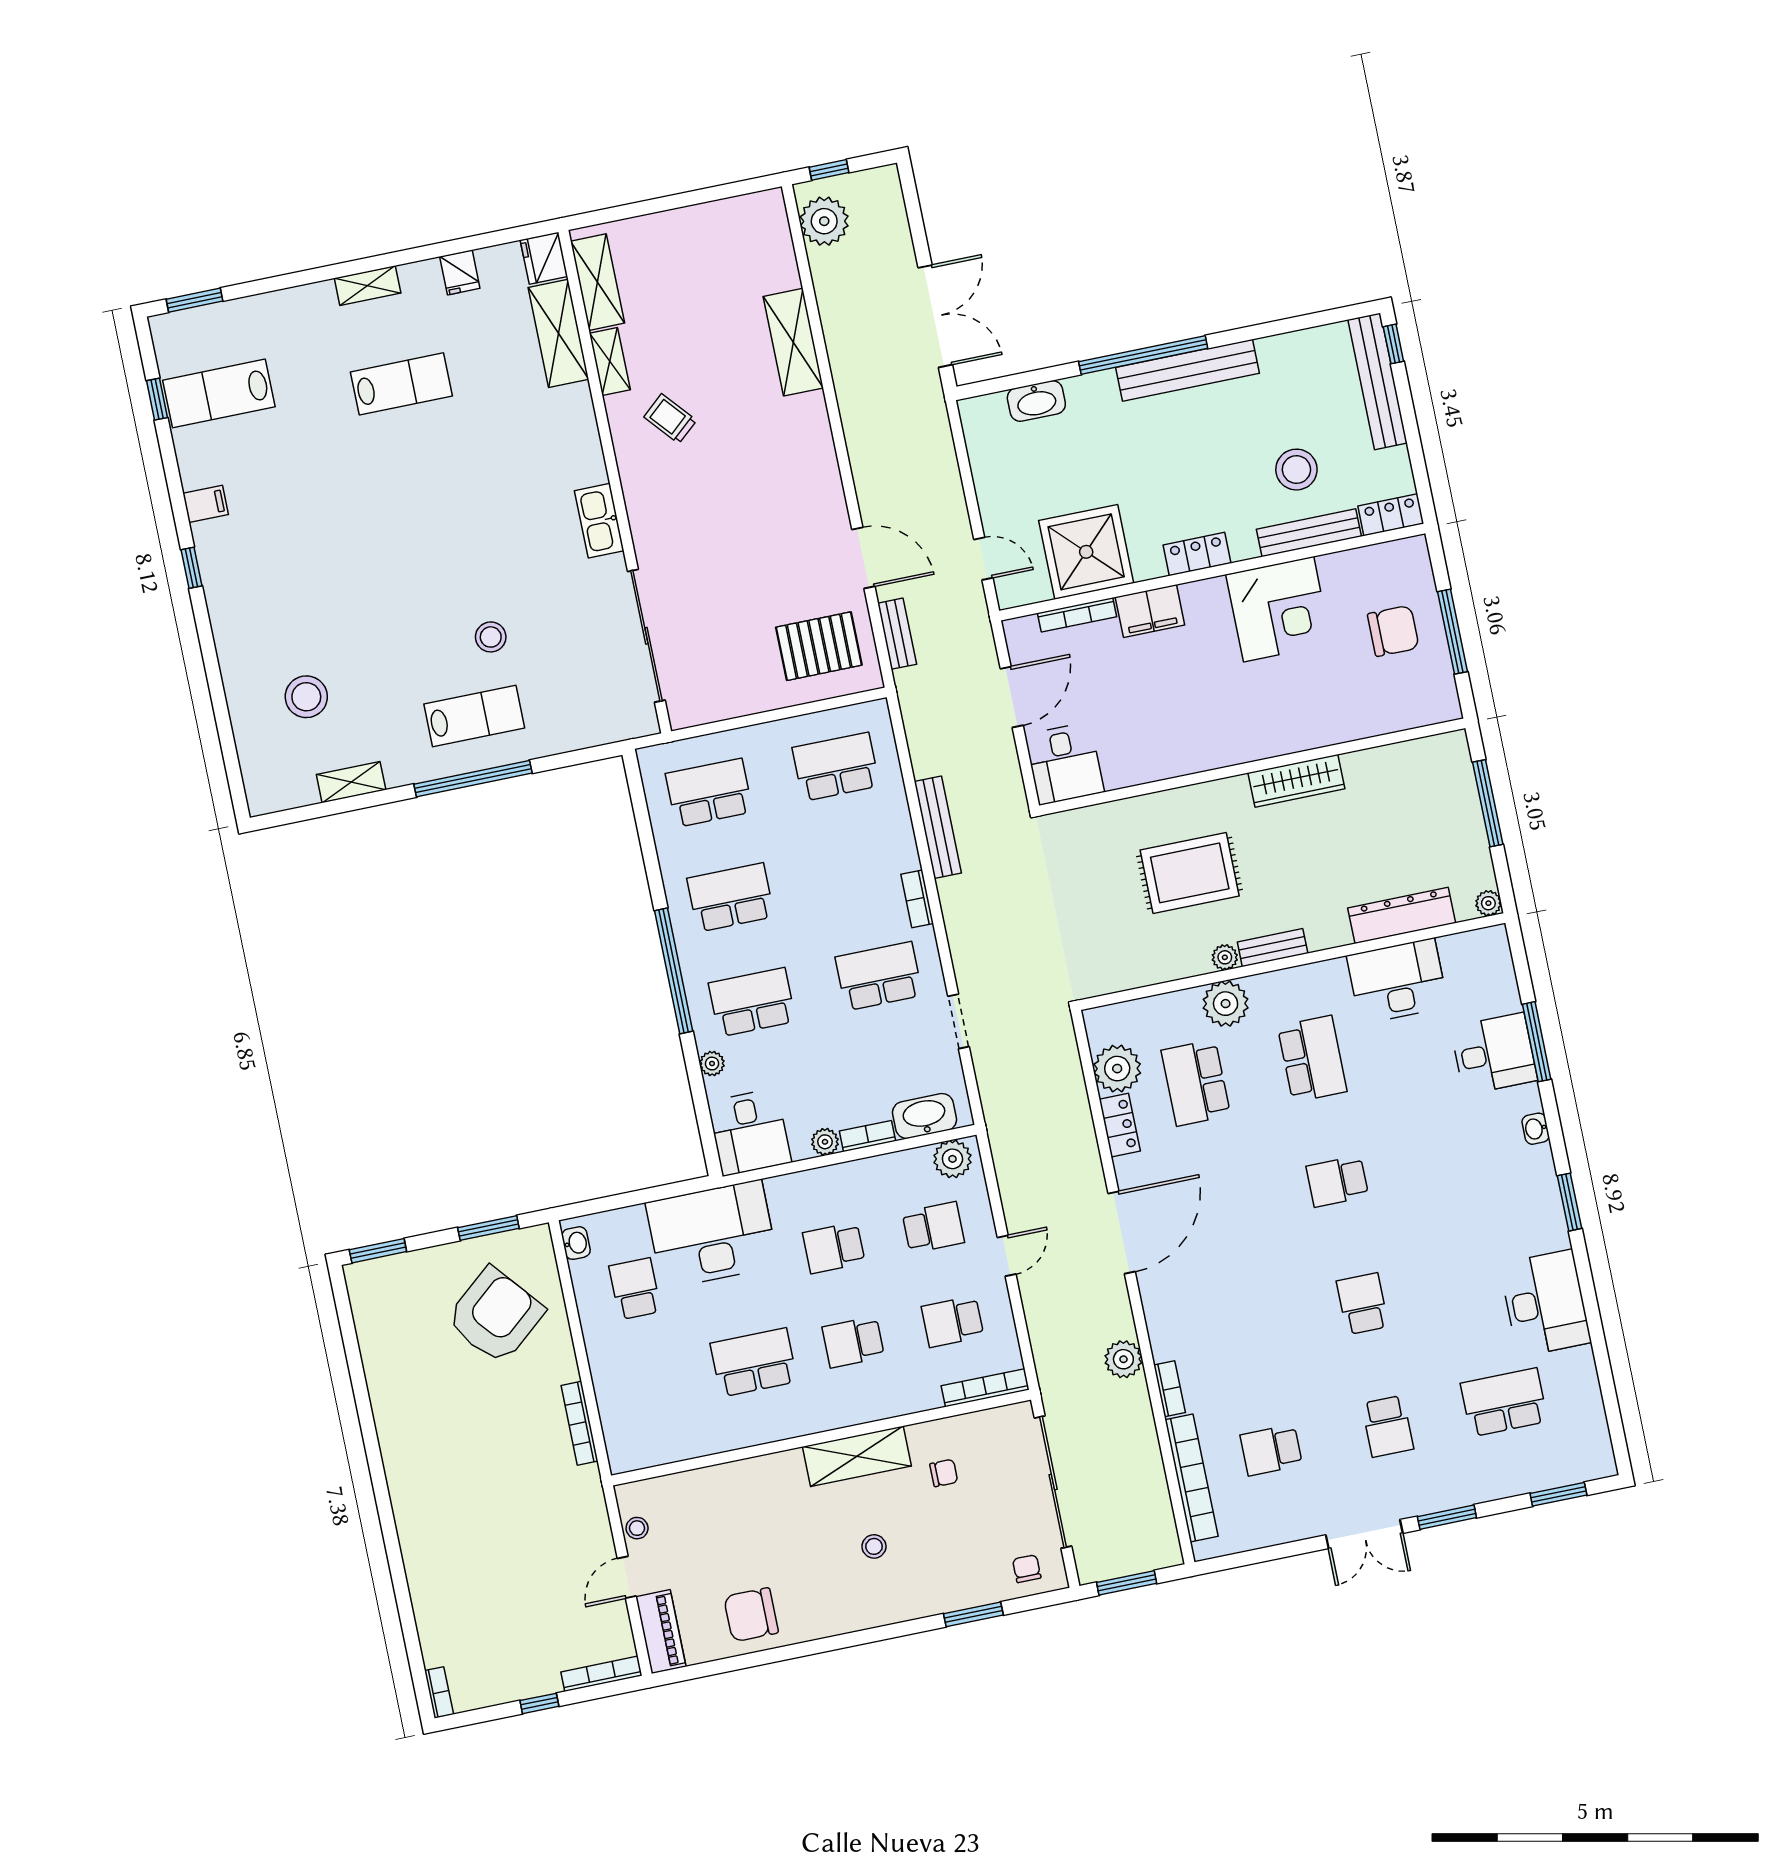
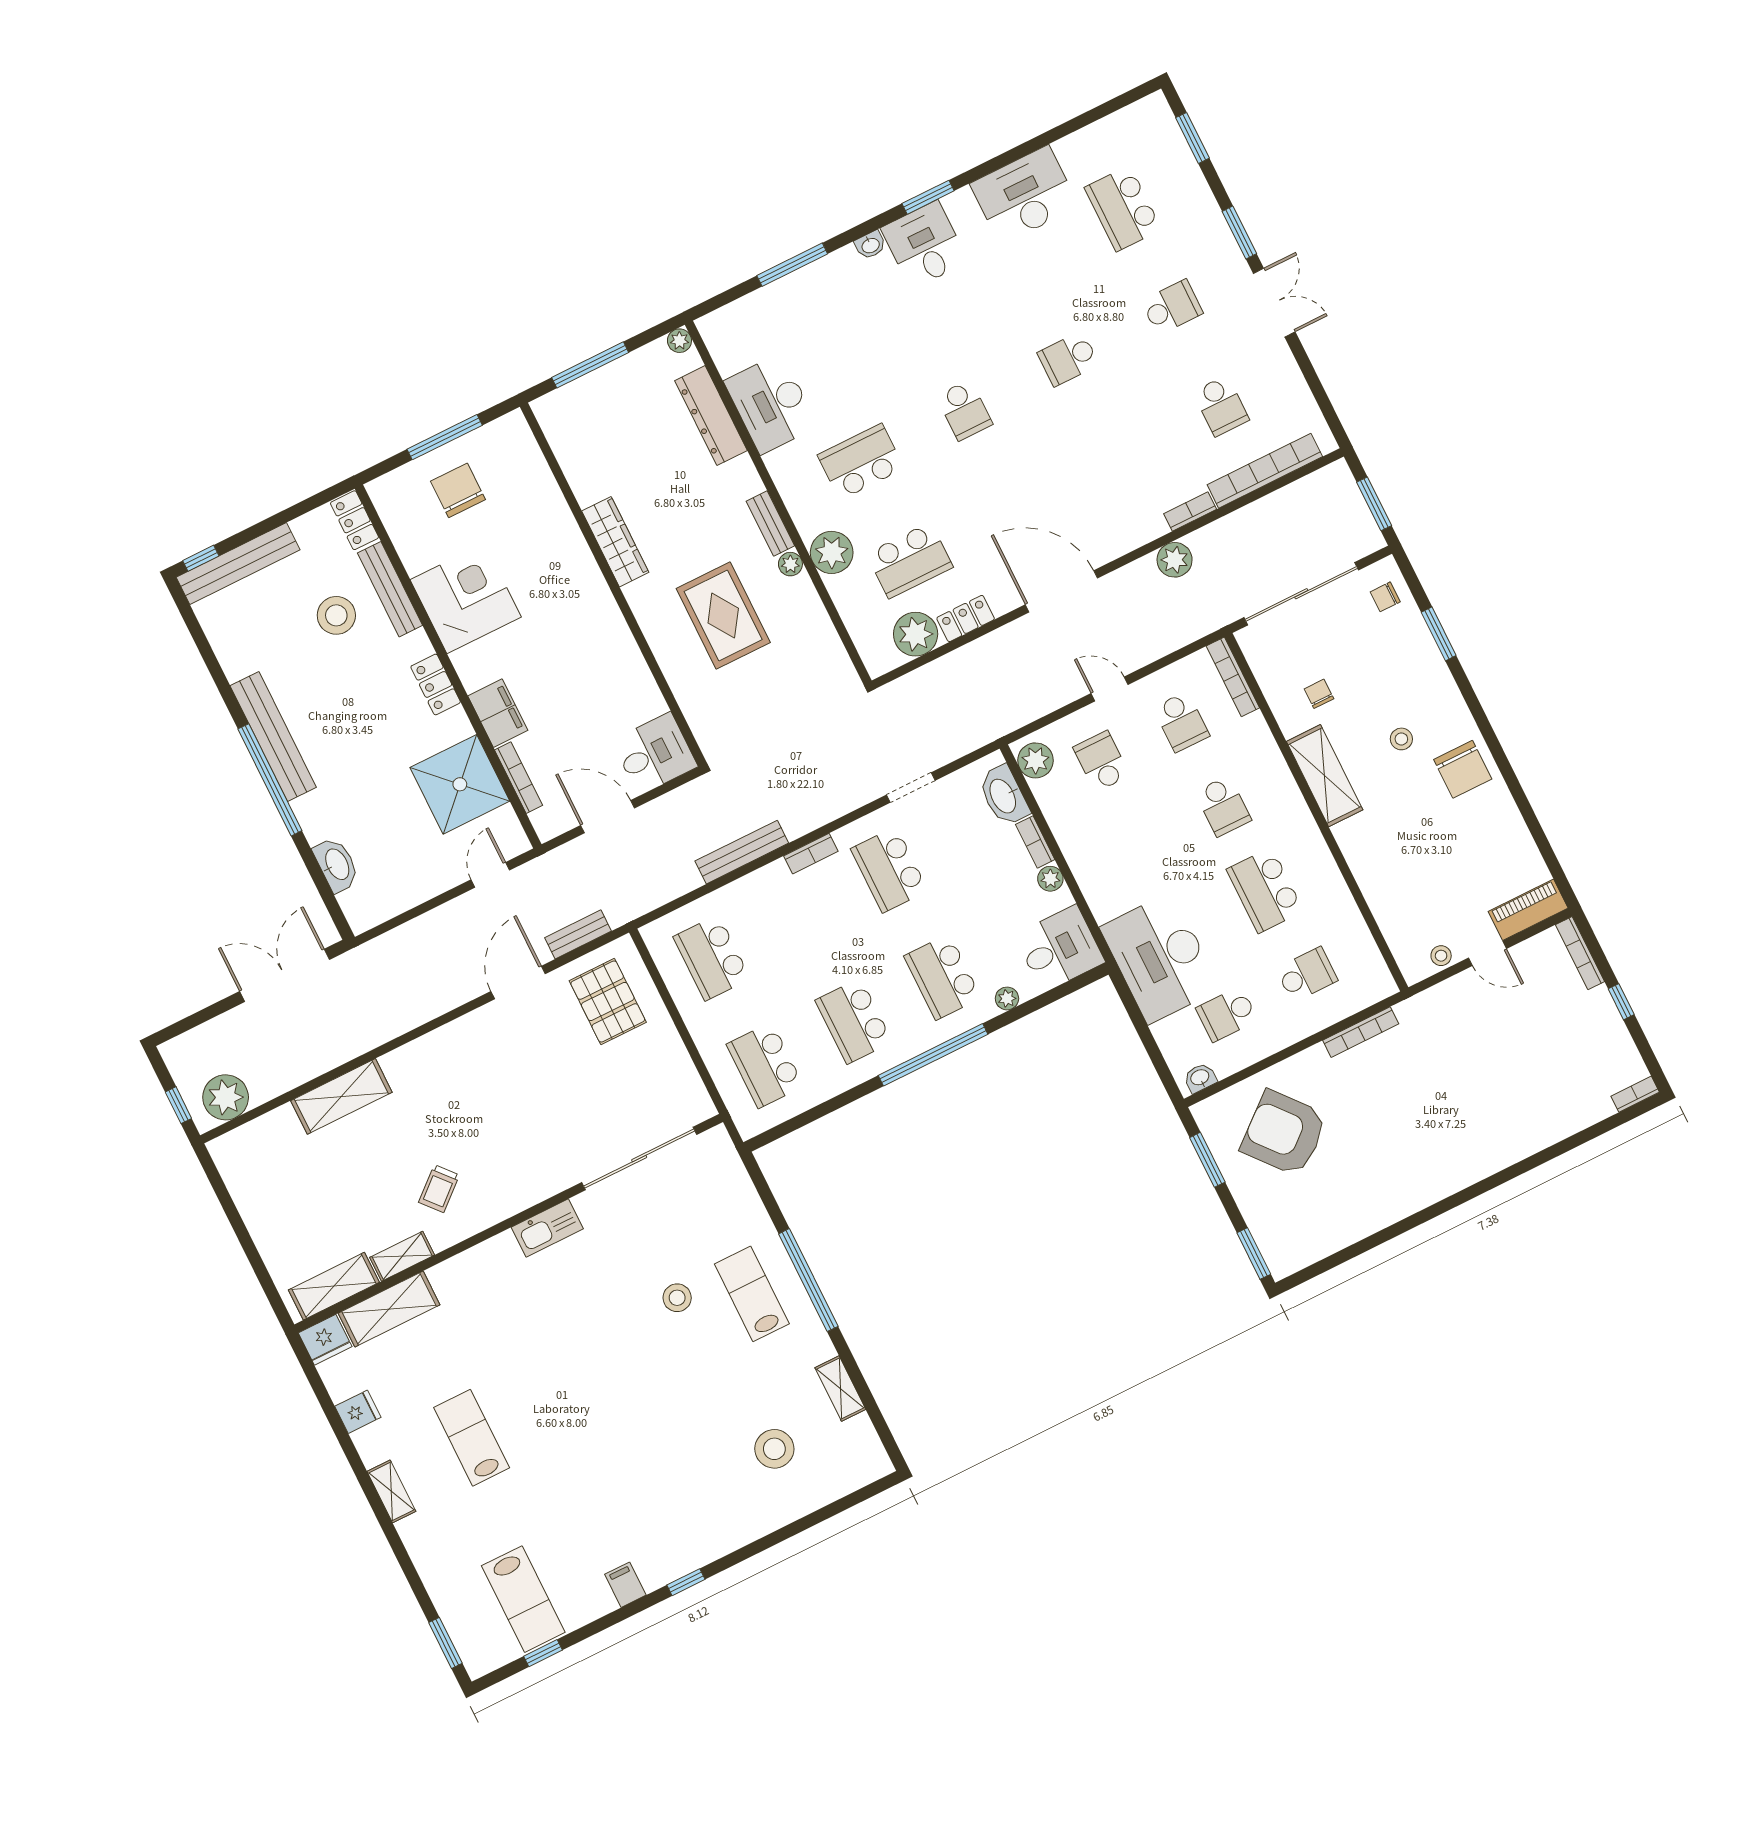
desk: (1494, 1054) -> (924, 245), moved
school desk: (834, 1248) -> (1307, 975), moved, turned -90
chair: (751, 1615) -> (1463, 769), moved

